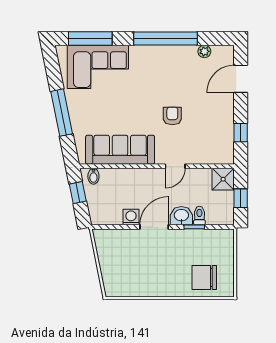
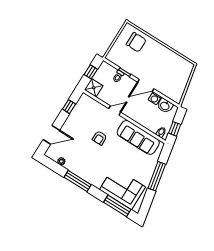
window: (165, 39) -> (78, 181), width x0.68
washbasin: (181, 216) -> (165, 106), moved

